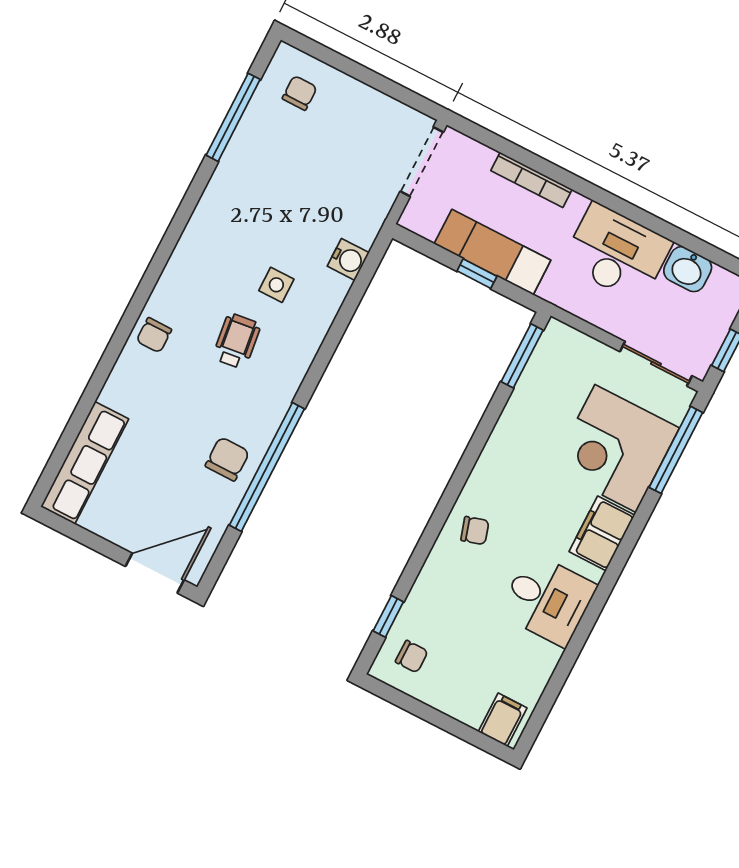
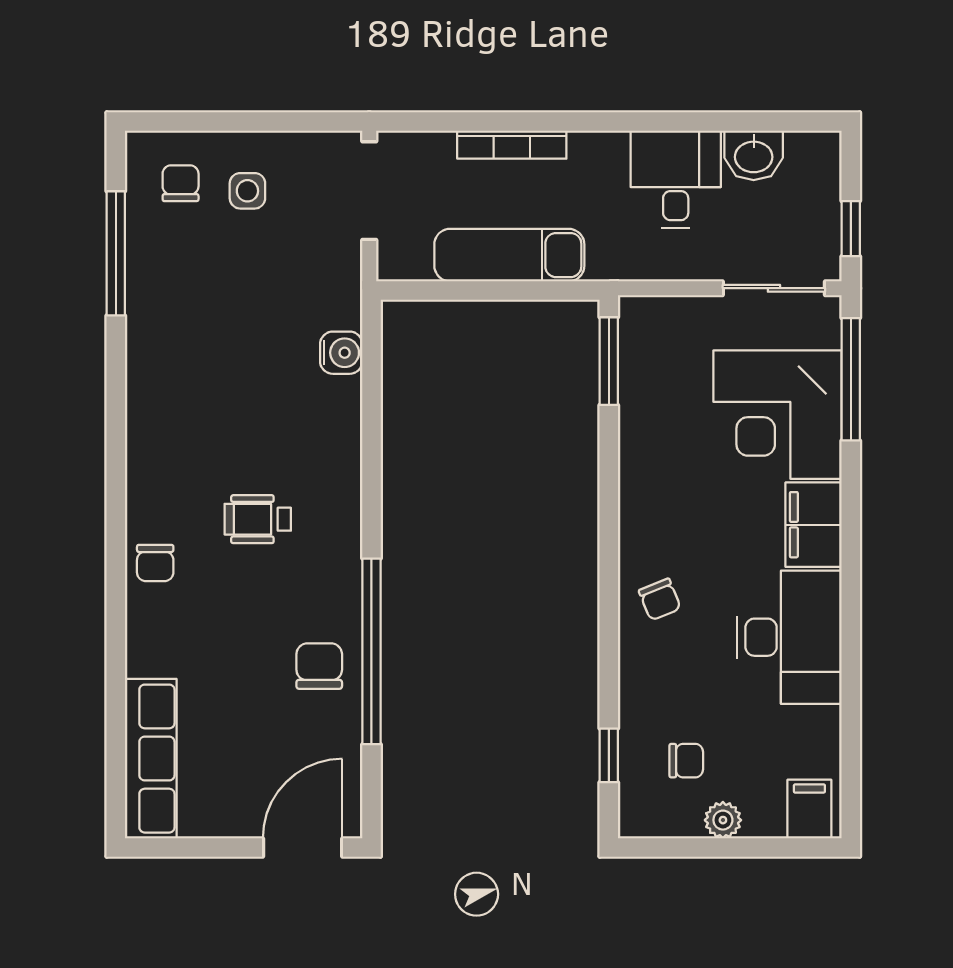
desk: (617, 253) -> (676, 179), width x0.73
window: (477, 274) -> (504, 290), removed
side table: (276, 285) -> (247, 191), moved
wheelchair: (237, 341) -> (258, 519), turned -83
chair: (475, 531) -> (660, 599), turned 85
desk: (548, 599) -> (789, 637), width x1.37
chair: (412, 657) -> (686, 761), moved
plant: (442, 698) -> (723, 820), added

